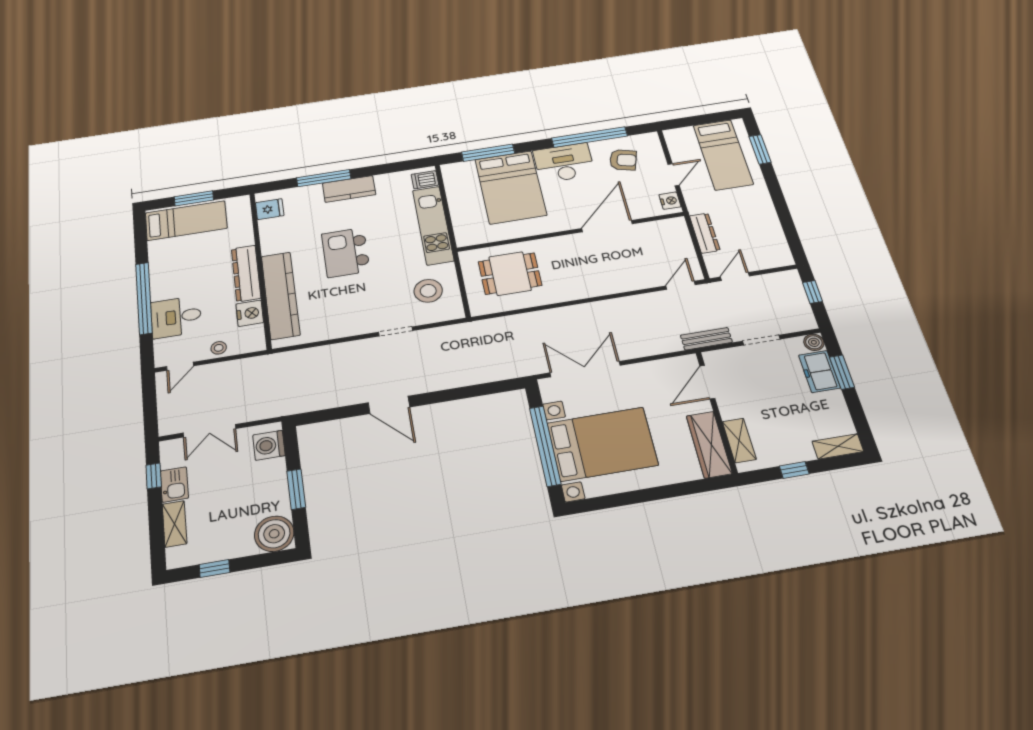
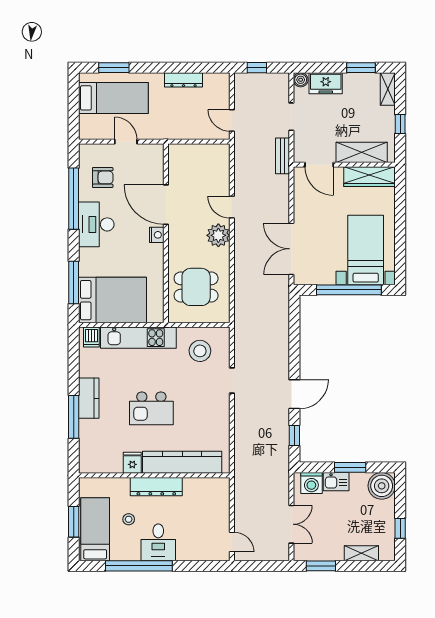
armchair: (623, 160) -> (103, 177), turned 74
bed: (511, 187) -> (113, 300), moved
nightstand: (670, 201) -> (157, 235), moved, turned 90
fridge: (270, 209) -> (132, 463), moved
dresser: (705, 233) -> (184, 80), moved, turned 180
dining table: (510, 274) -> (196, 287), turned 90
door: (681, 285) -> (232, 207), moved
plant: (582, 286) -> (218, 235), added
window: (144, 298) -> (139, 566), moved
nightstand: (250, 313) -> (194, 487), removed
desk: (176, 317) -> (158, 542), moved
stool: (219, 348) -> (129, 519), moved
window: (842, 372) -> (361, 68), moved
window: (332, 414) -> (294, 435), added
shelving: (739, 440) -> (362, 152), width x1.50, depth x1.33
bed with nightstands: (602, 444) -> (366, 250), width x0.73
window: (154, 476) -> (321, 566), width x1.50
kitchen sink: (174, 484) -> (336, 482), moved, turned 180

